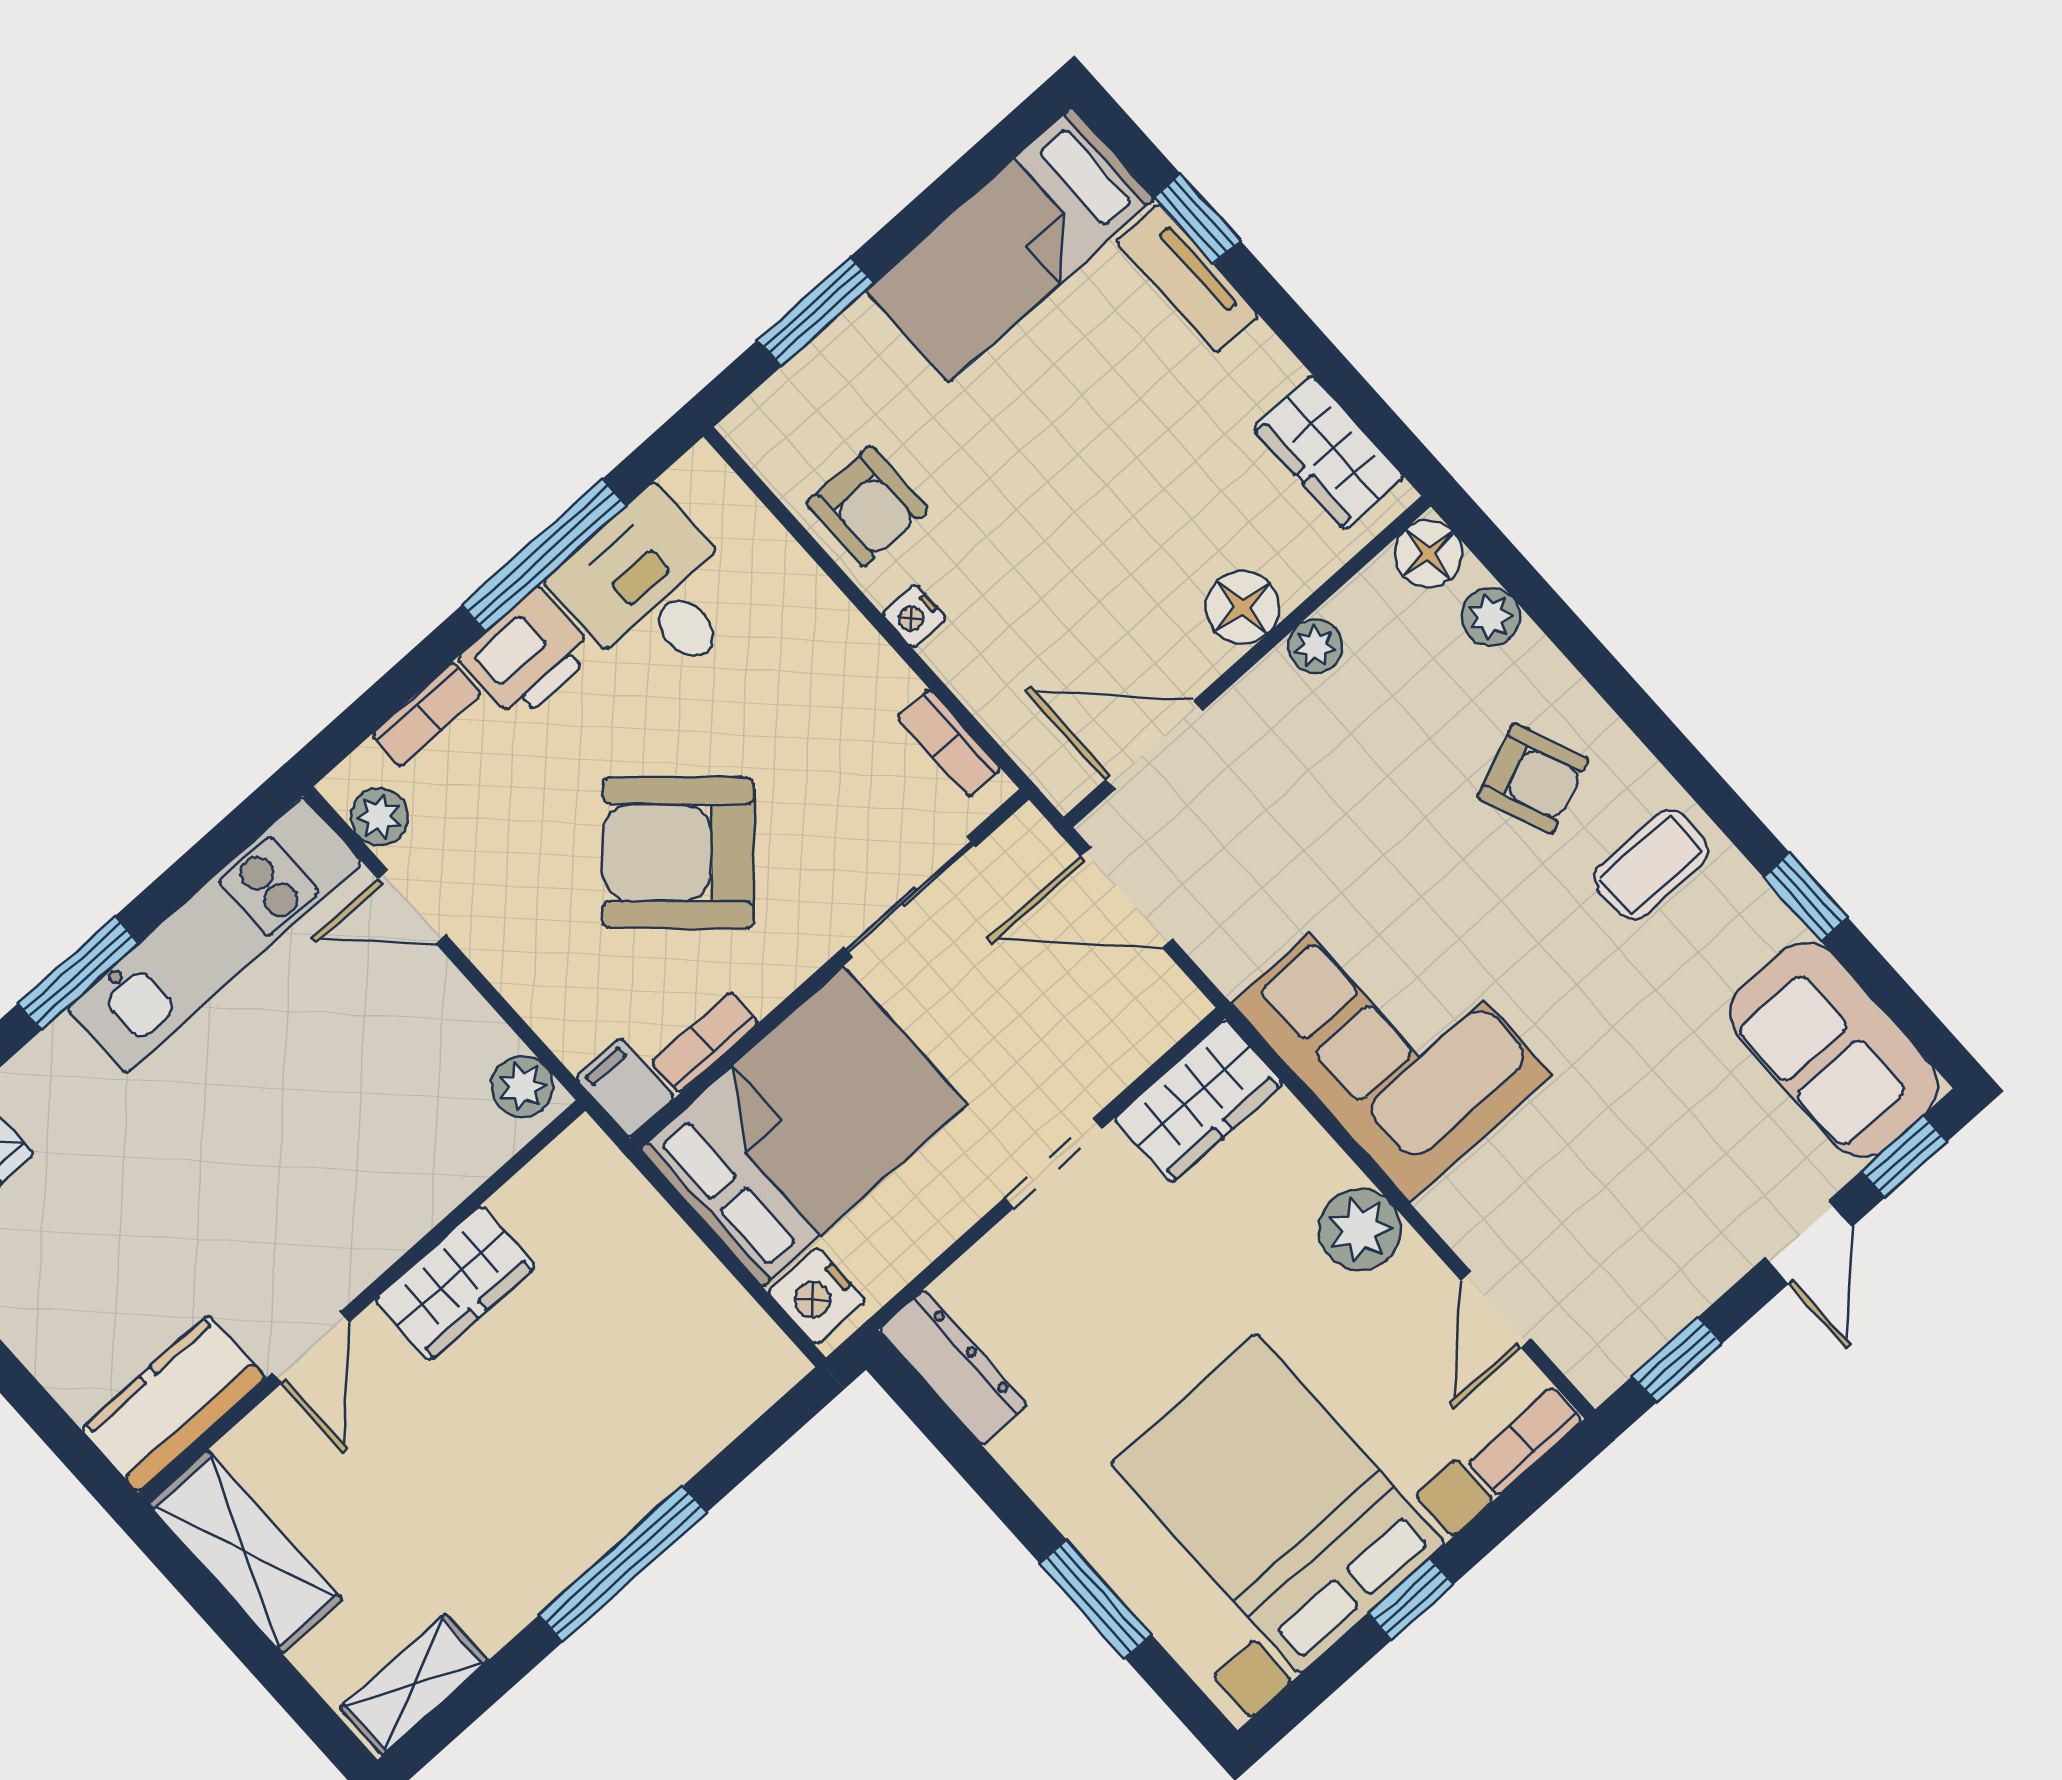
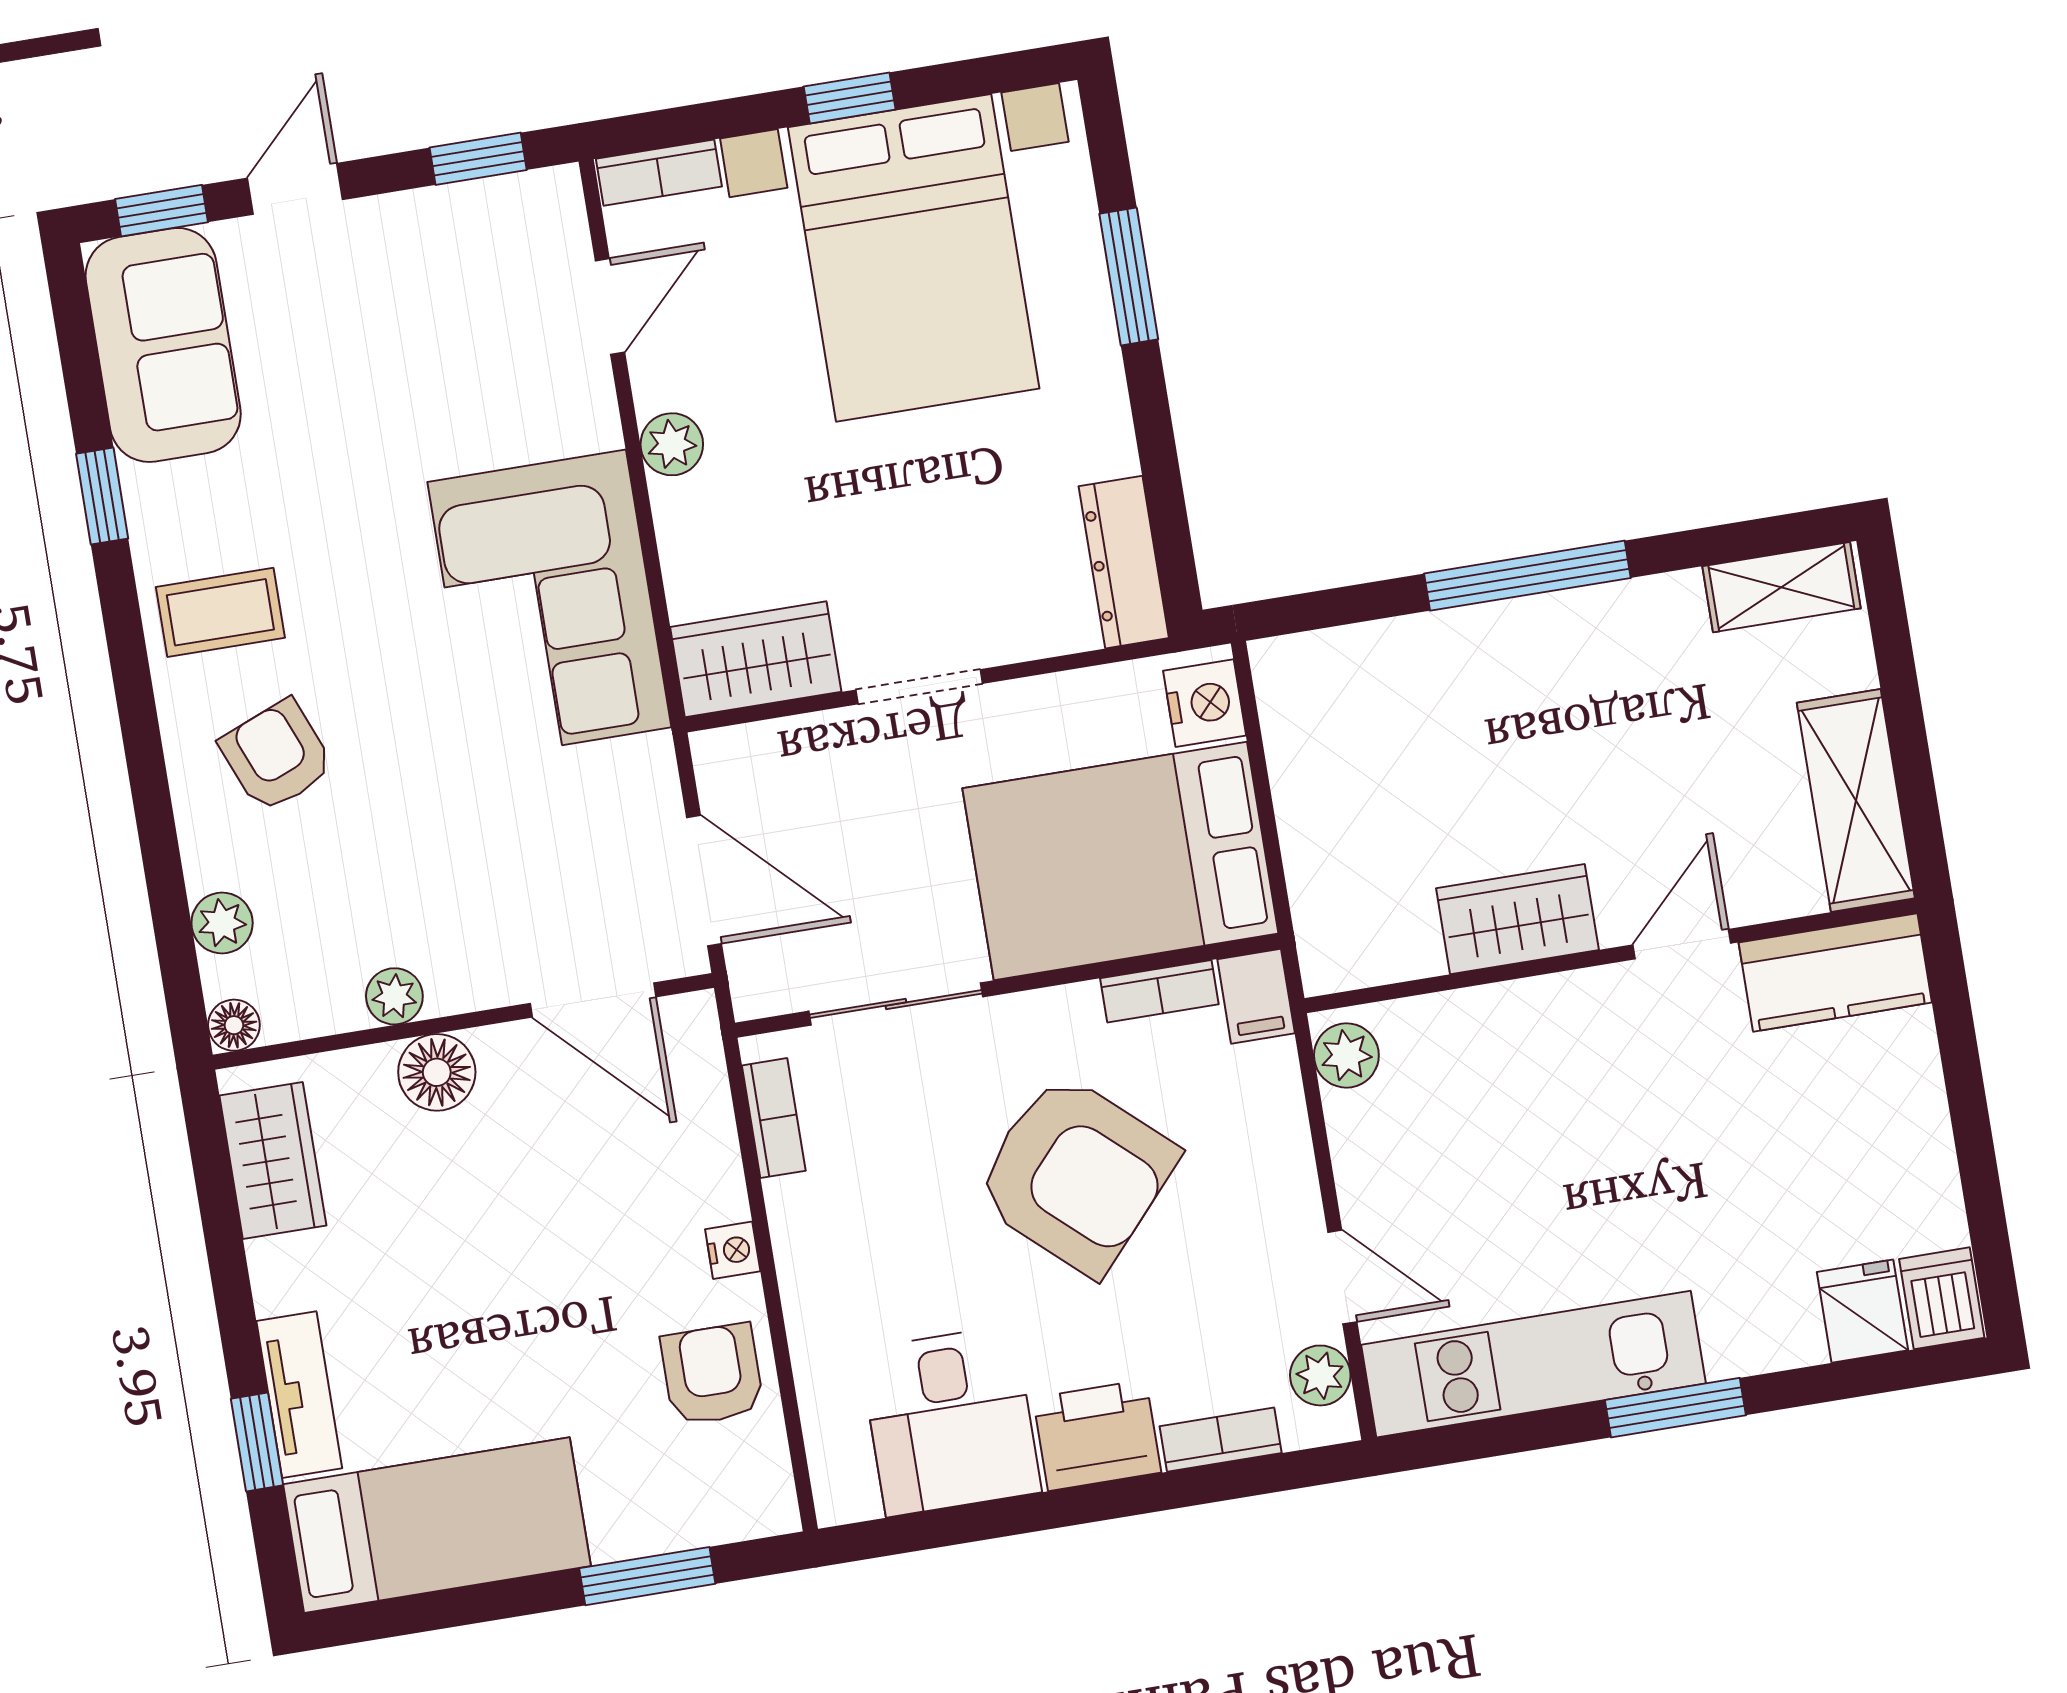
floor lamp: (1428, 554) -> (234, 1025), width x0.73, depth x0.73
window: (544, 555) -> (1026, 1514), removed
plant: (1360, 1230) -> (672, 444), width x0.73, depth x0.73

